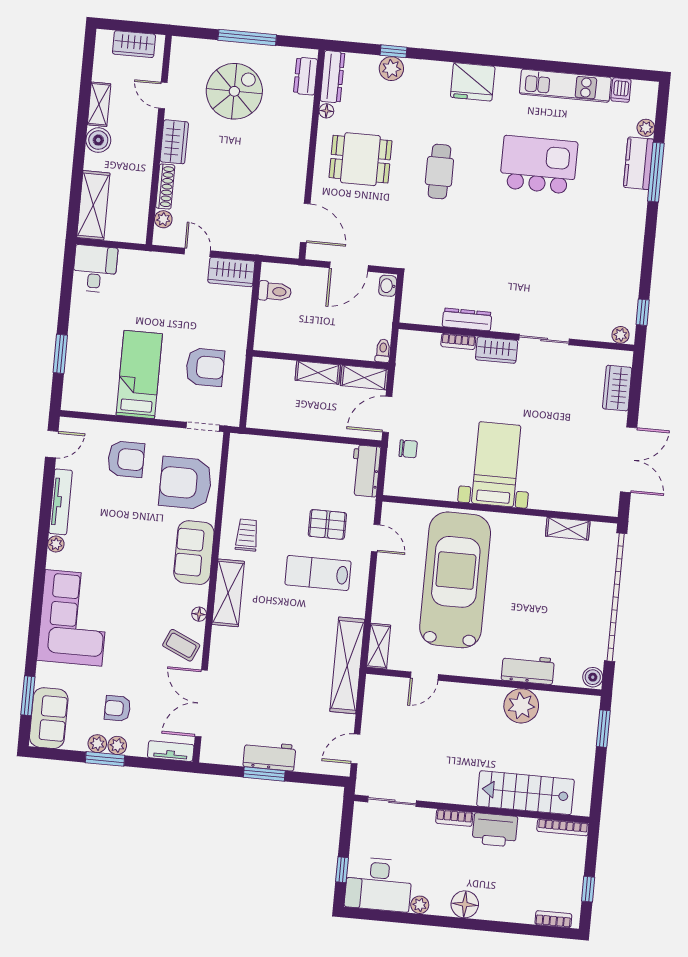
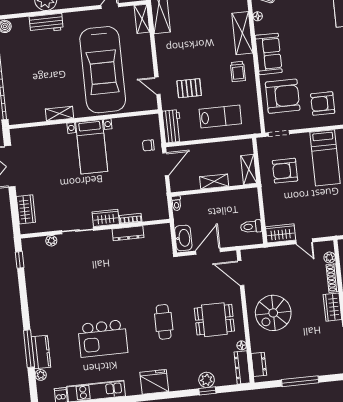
spiral stairs: (234, 91) -> (273, 313), moved
washbasin: (388, 286) -> (183, 238), width x1.91, depth x1.45
plant: (620, 335) -> (51, 241), moved
shelving: (364, 377) -> (249, 169), moved, turned 90
shelving: (568, 529) -> (60, 114), moved
lab bench: (318, 573) -> (220, 117), moved

